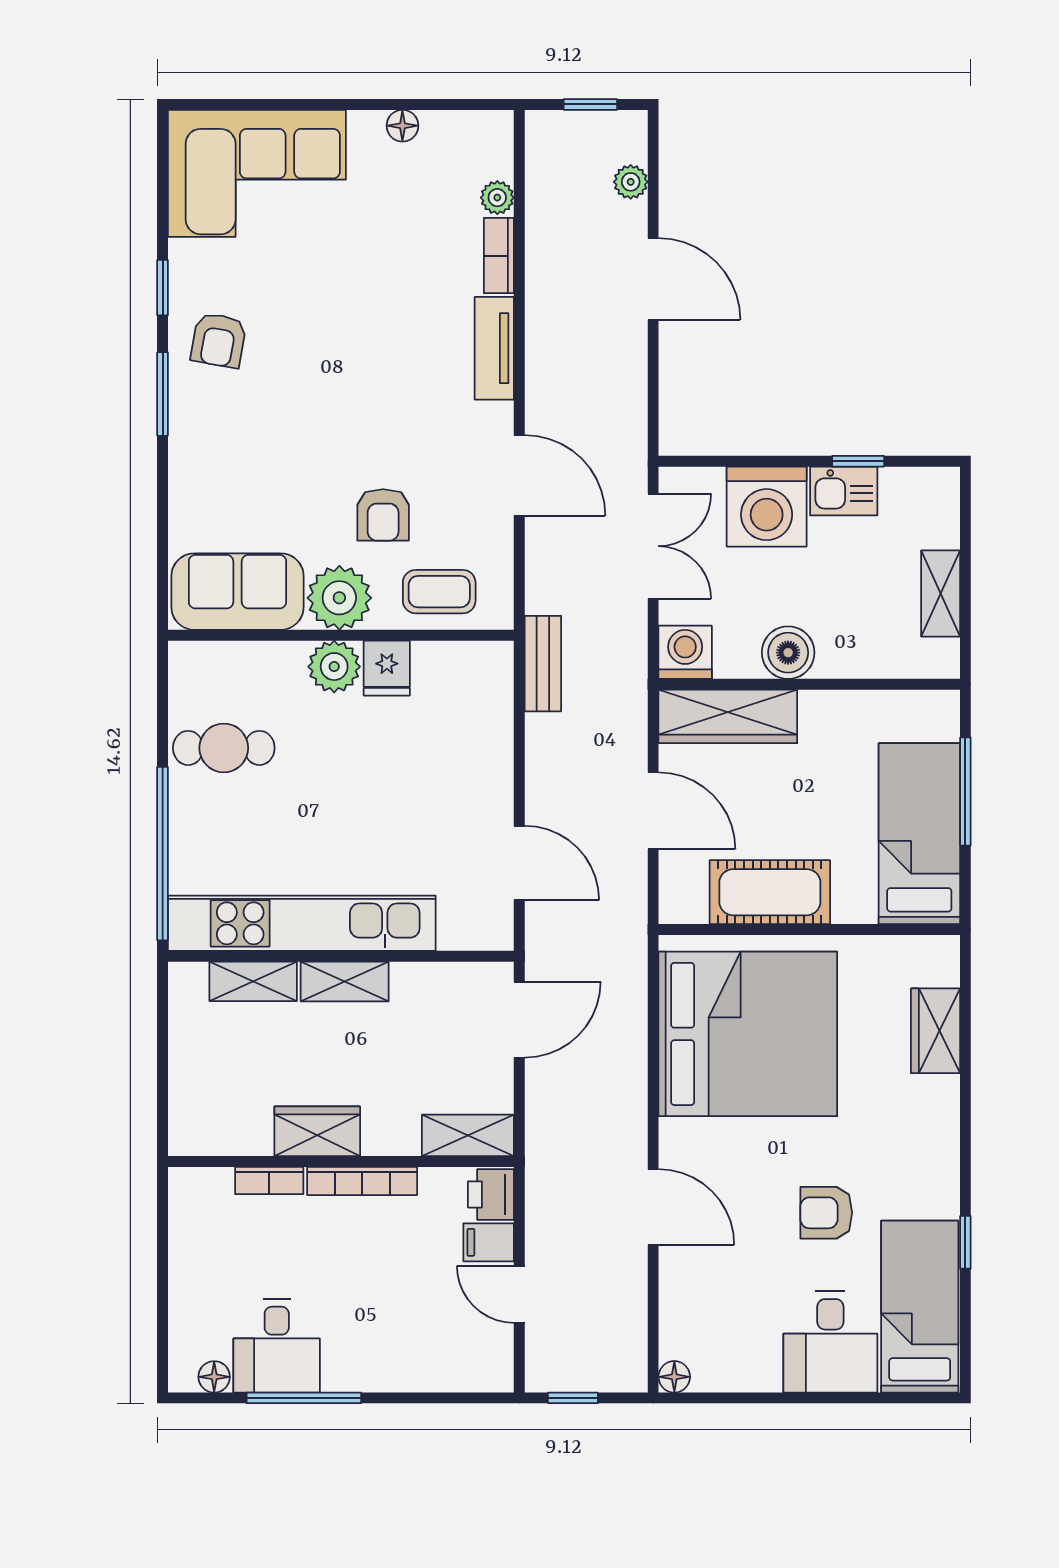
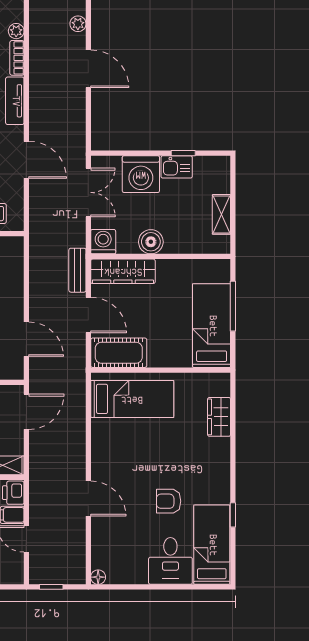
bench: (543, 664) -> (77, 270), moved
cot: (770, 892) -> (119, 353), moved
bed: (748, 1034) -> (132, 399), width x0.49

